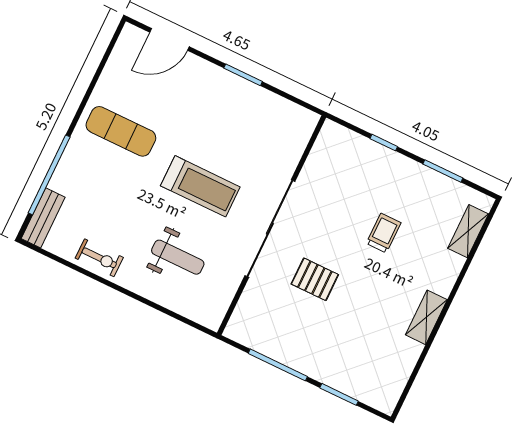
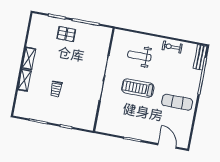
door: (169, 39) -> (167, 146), hinge flipped
shelving: (468, 231) -> (25, 80), moved
pallet: (315, 279) -> (66, 34), moved

